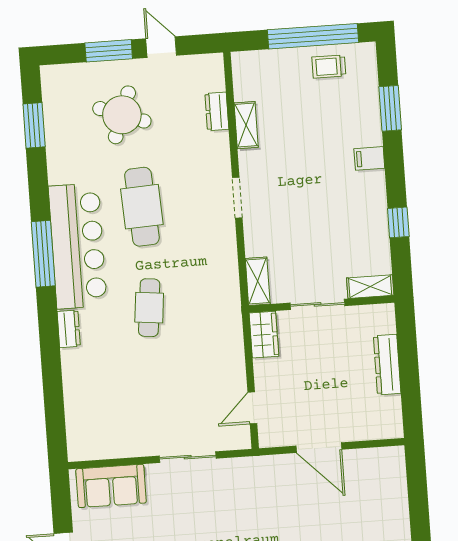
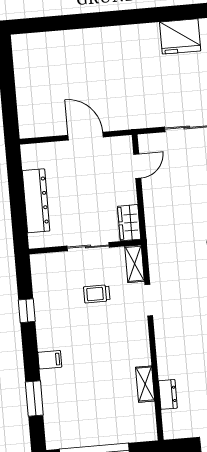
trolley: (329, 67) -> (97, 294), moved, turned 180
doorway: (237, 198) -> (149, 300), moved
shelving: (370, 287) -> (48, 261), removed
dresser: (387, 365) -> (36, 201), width x1.37, depth x1.24

